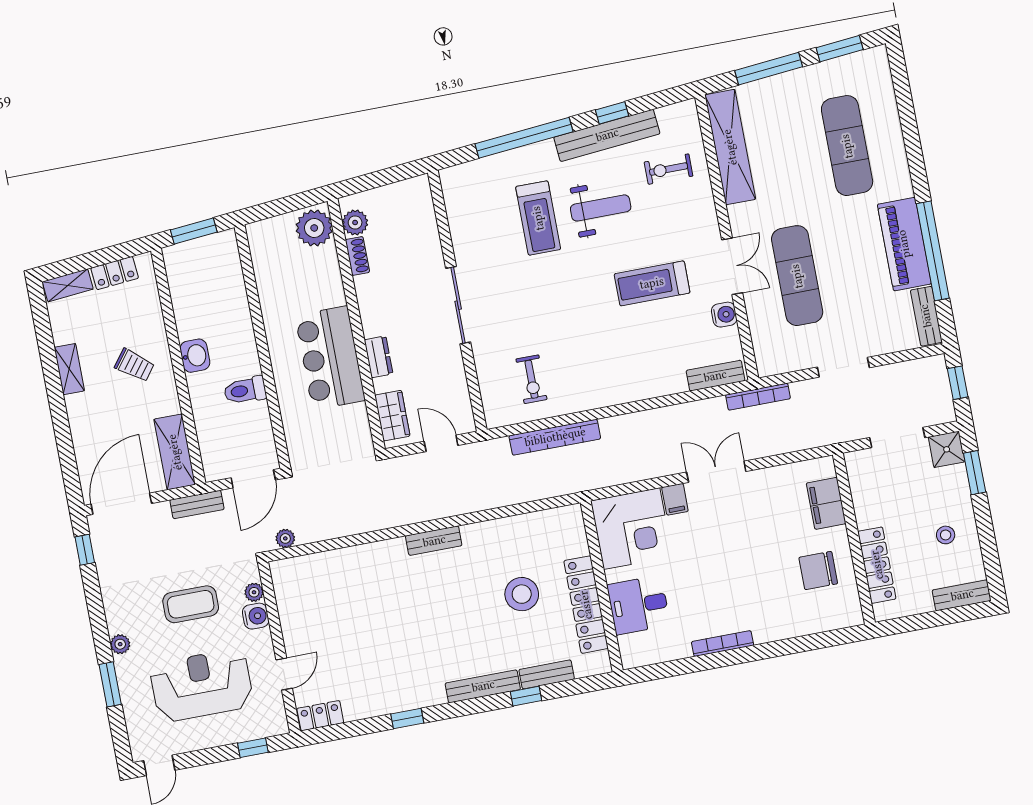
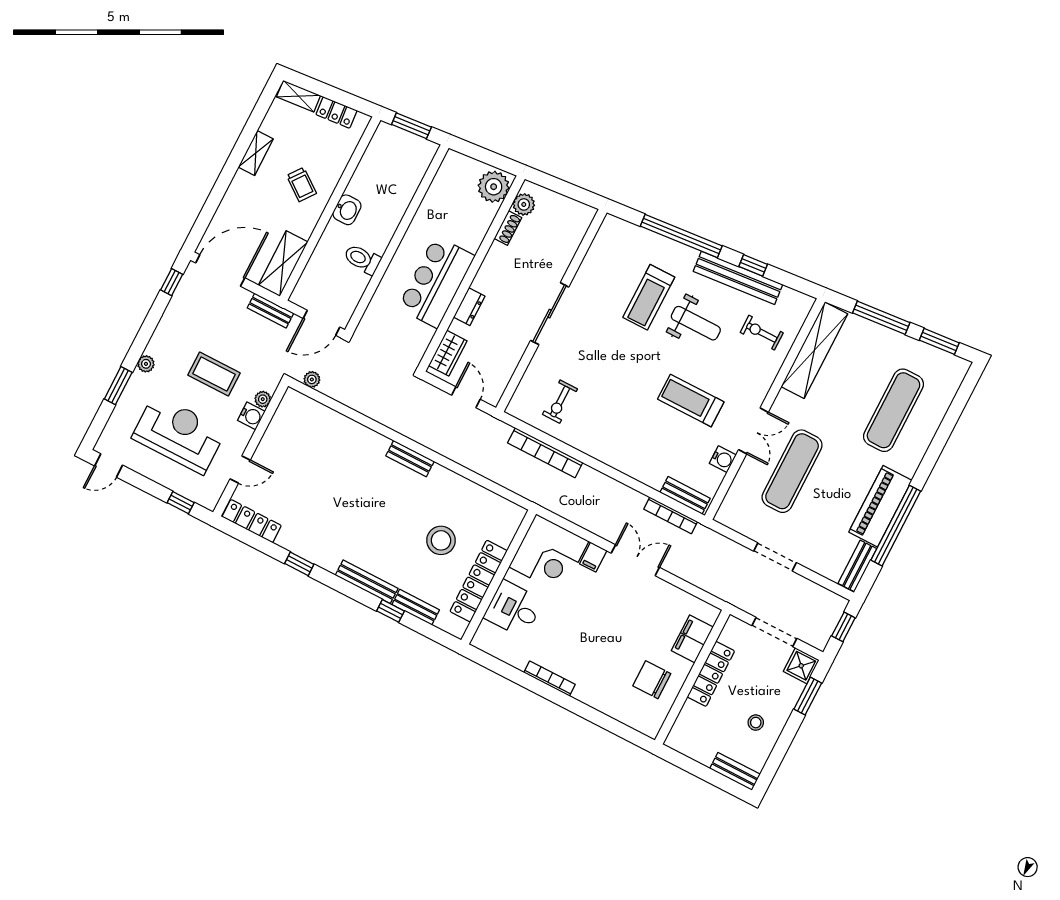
bookcase: (758, 397) -> (671, 515), moved
locker: (877, 565) -> (711, 674), moved
locker: (320, 716) -> (252, 521), width x1.53

